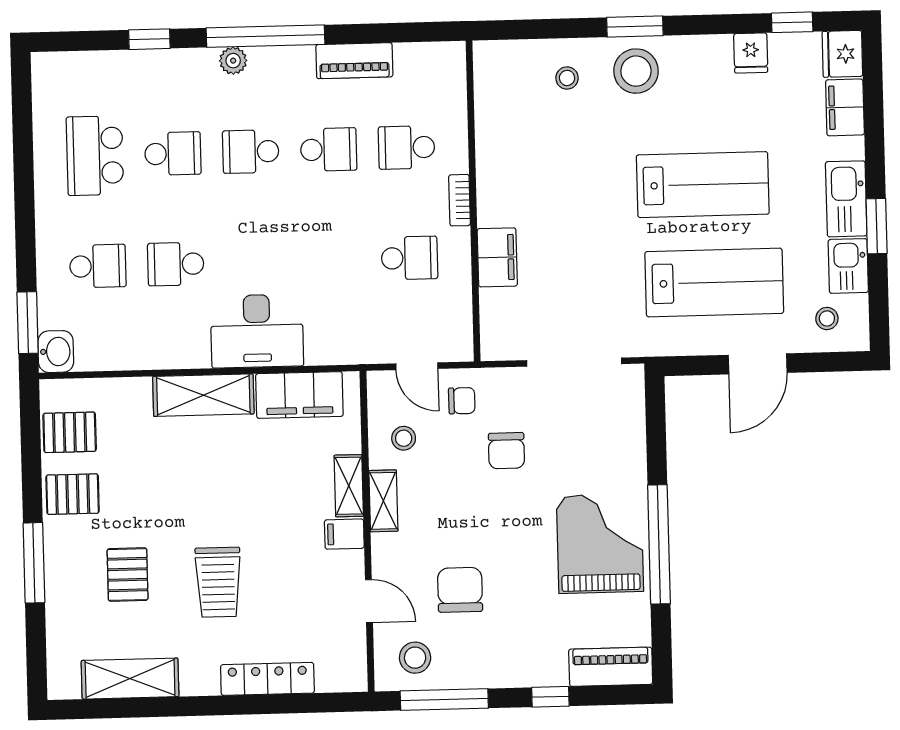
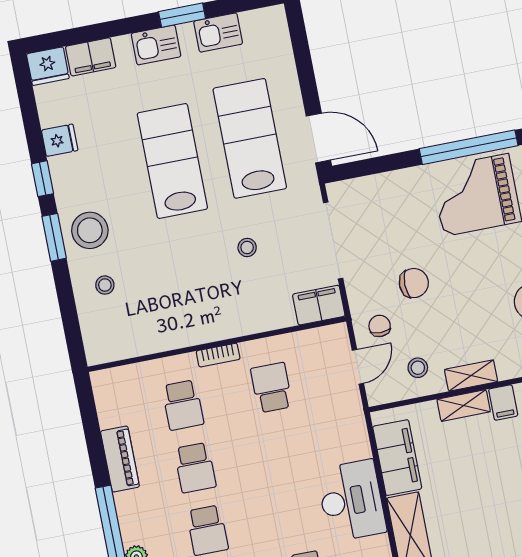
window: (792, 22) -> (43, 179), moved
school desk: (329, 149) -> (195, 468), turned 180
kitchen sink: (846, 199) -> (156, 45), width x0.73
filing cabinet: (497, 257) -> (319, 305), moved
stool: (827, 318) -> (247, 248), moved
door: (758, 364) -> (318, 138), moved

